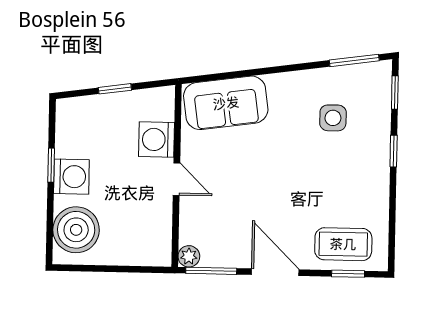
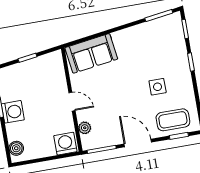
side table: (333, 118) -> (158, 87), moved
washing machine: (157, 140) -> (65, 144), moved, turned 90
boiler: (76, 230) -> (16, 148), width x0.54, depth x0.54
plant: (189, 256) -> (85, 128), moved

